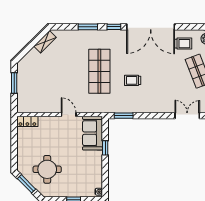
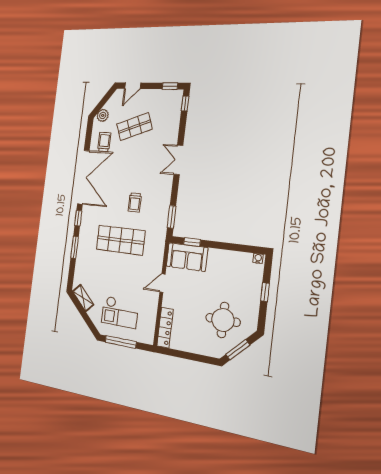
checkout: (39, 79) -> (120, 312), added
window: (14, 83) -> (121, 342), width x1.44
double door: (187, 116) -> (178, 160), moved
locker: (27, 121) -> (165, 328), width x1.53
window: (105, 148) -> (192, 242), moved

